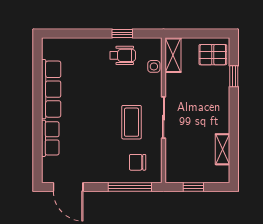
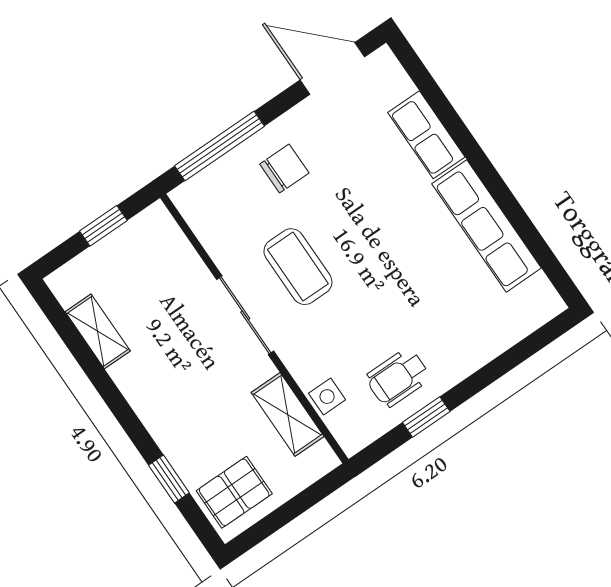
shelving: (173, 55) -> (288, 414), moved
chair: (138, 162) -> (284, 168), moved

